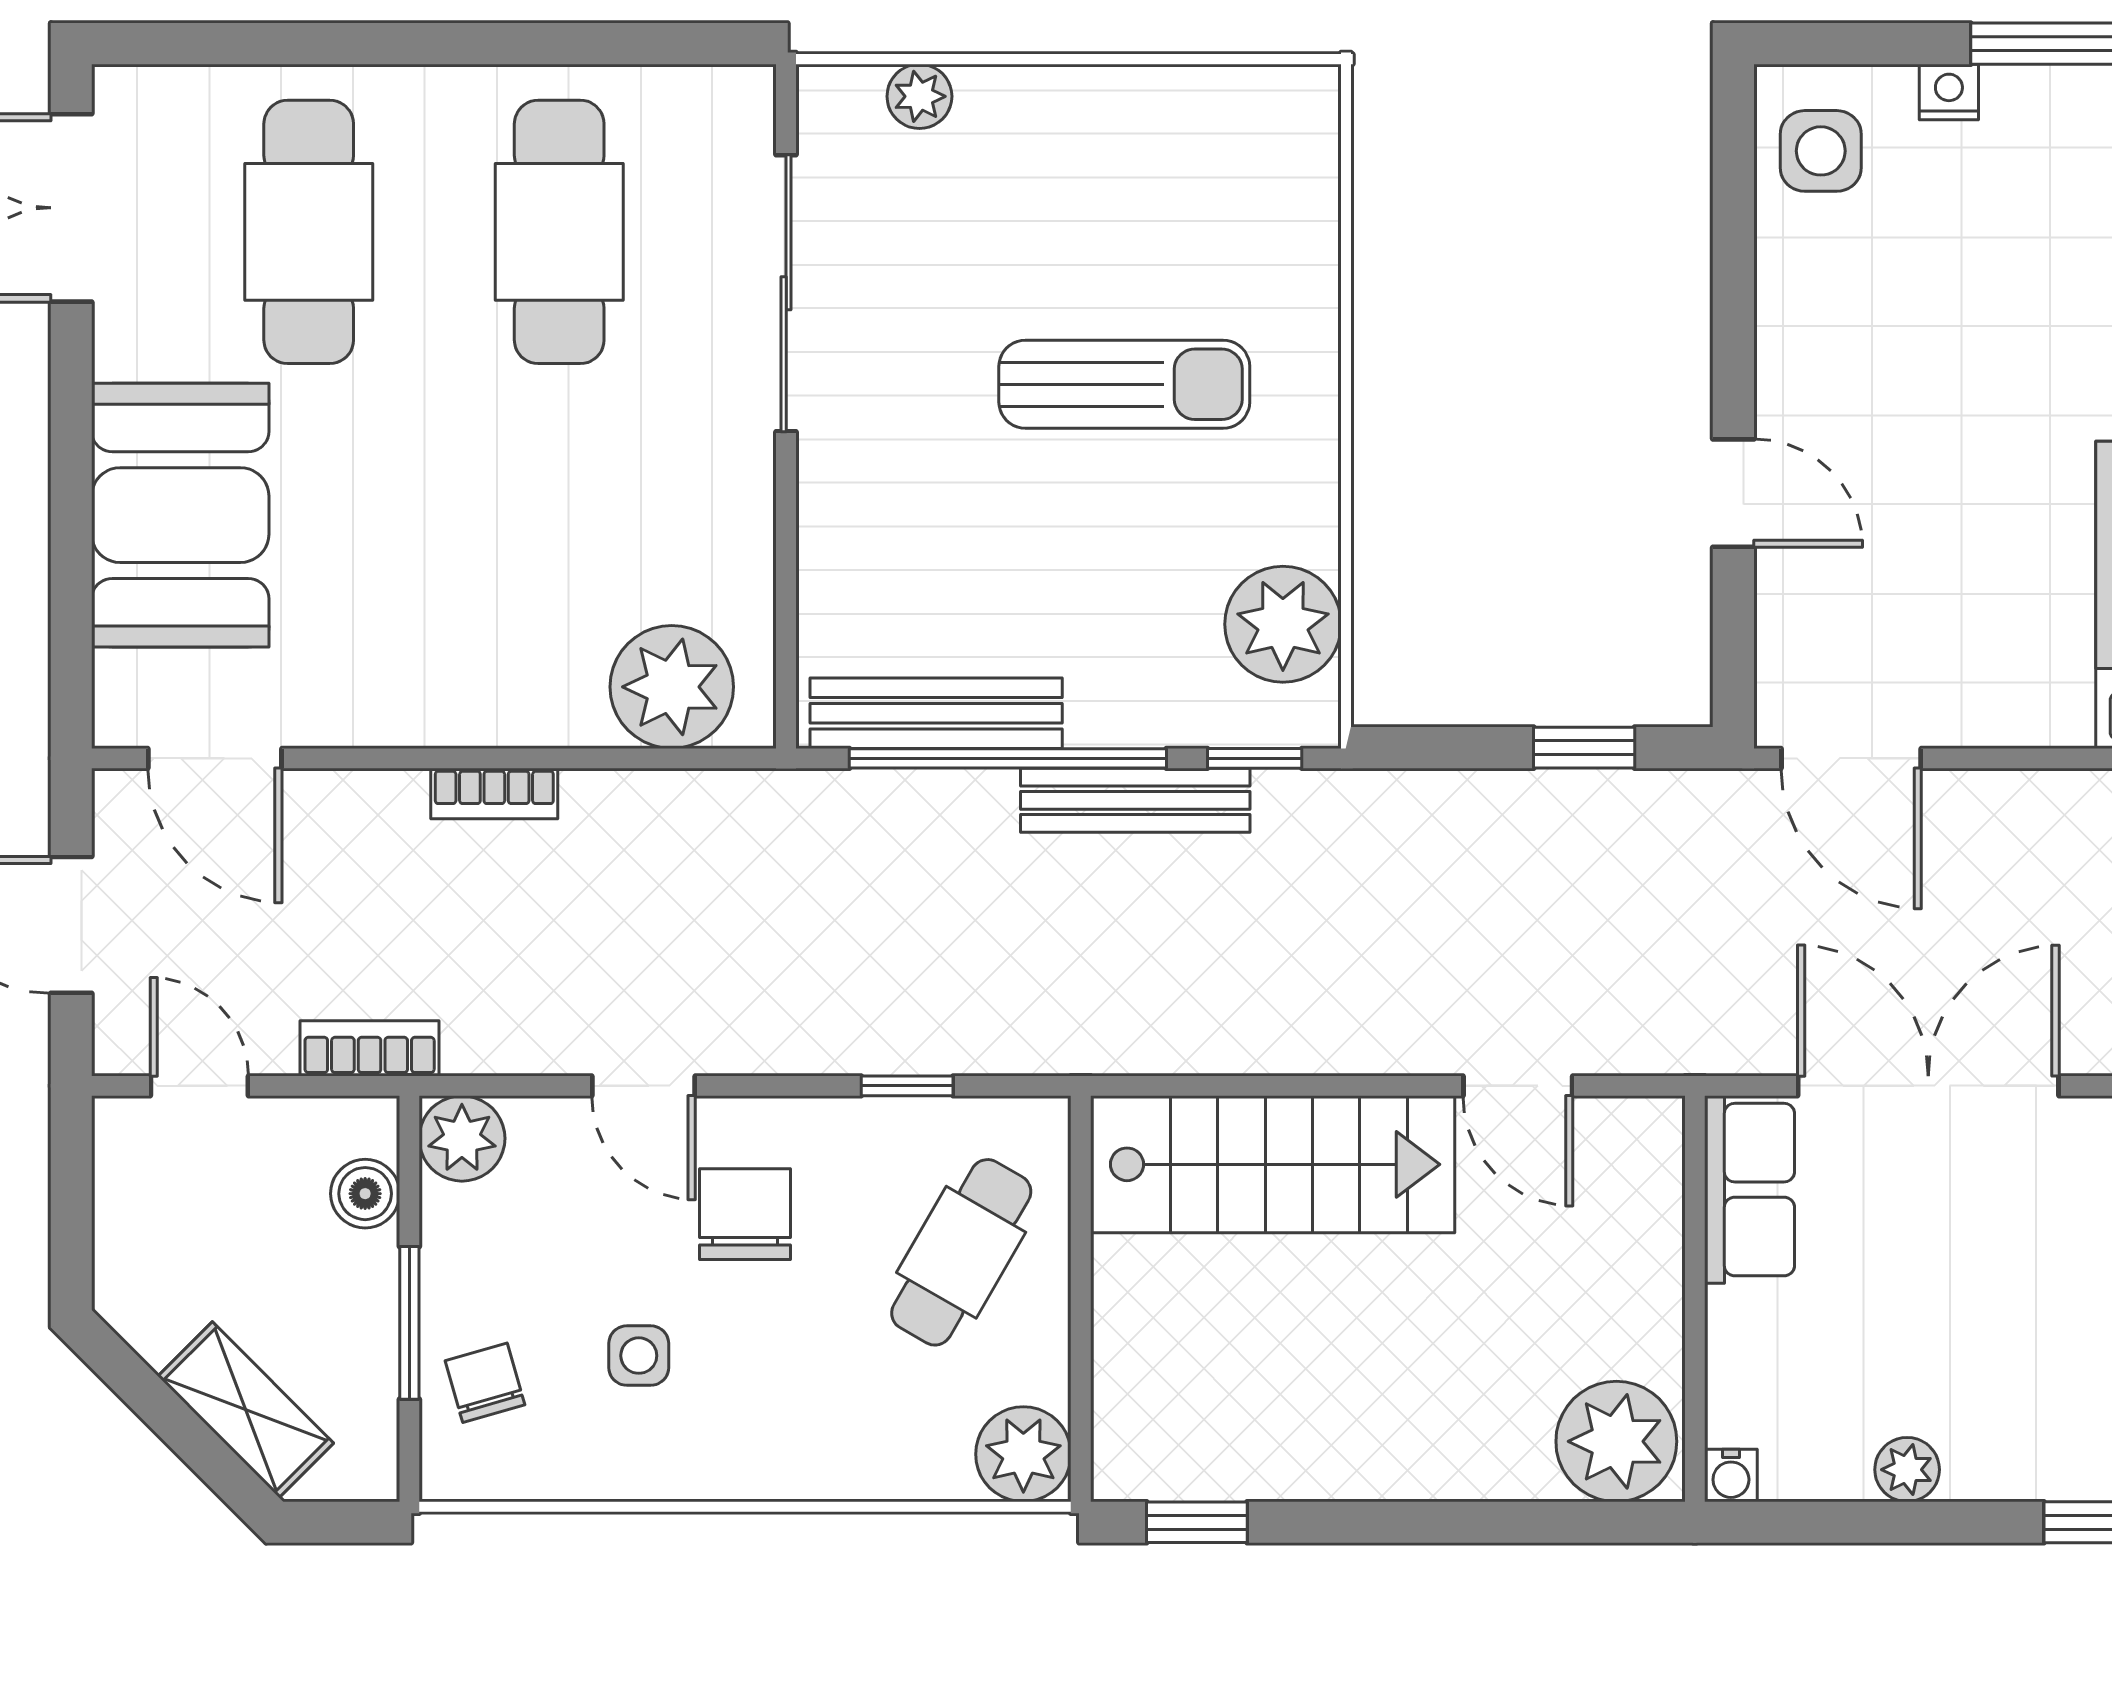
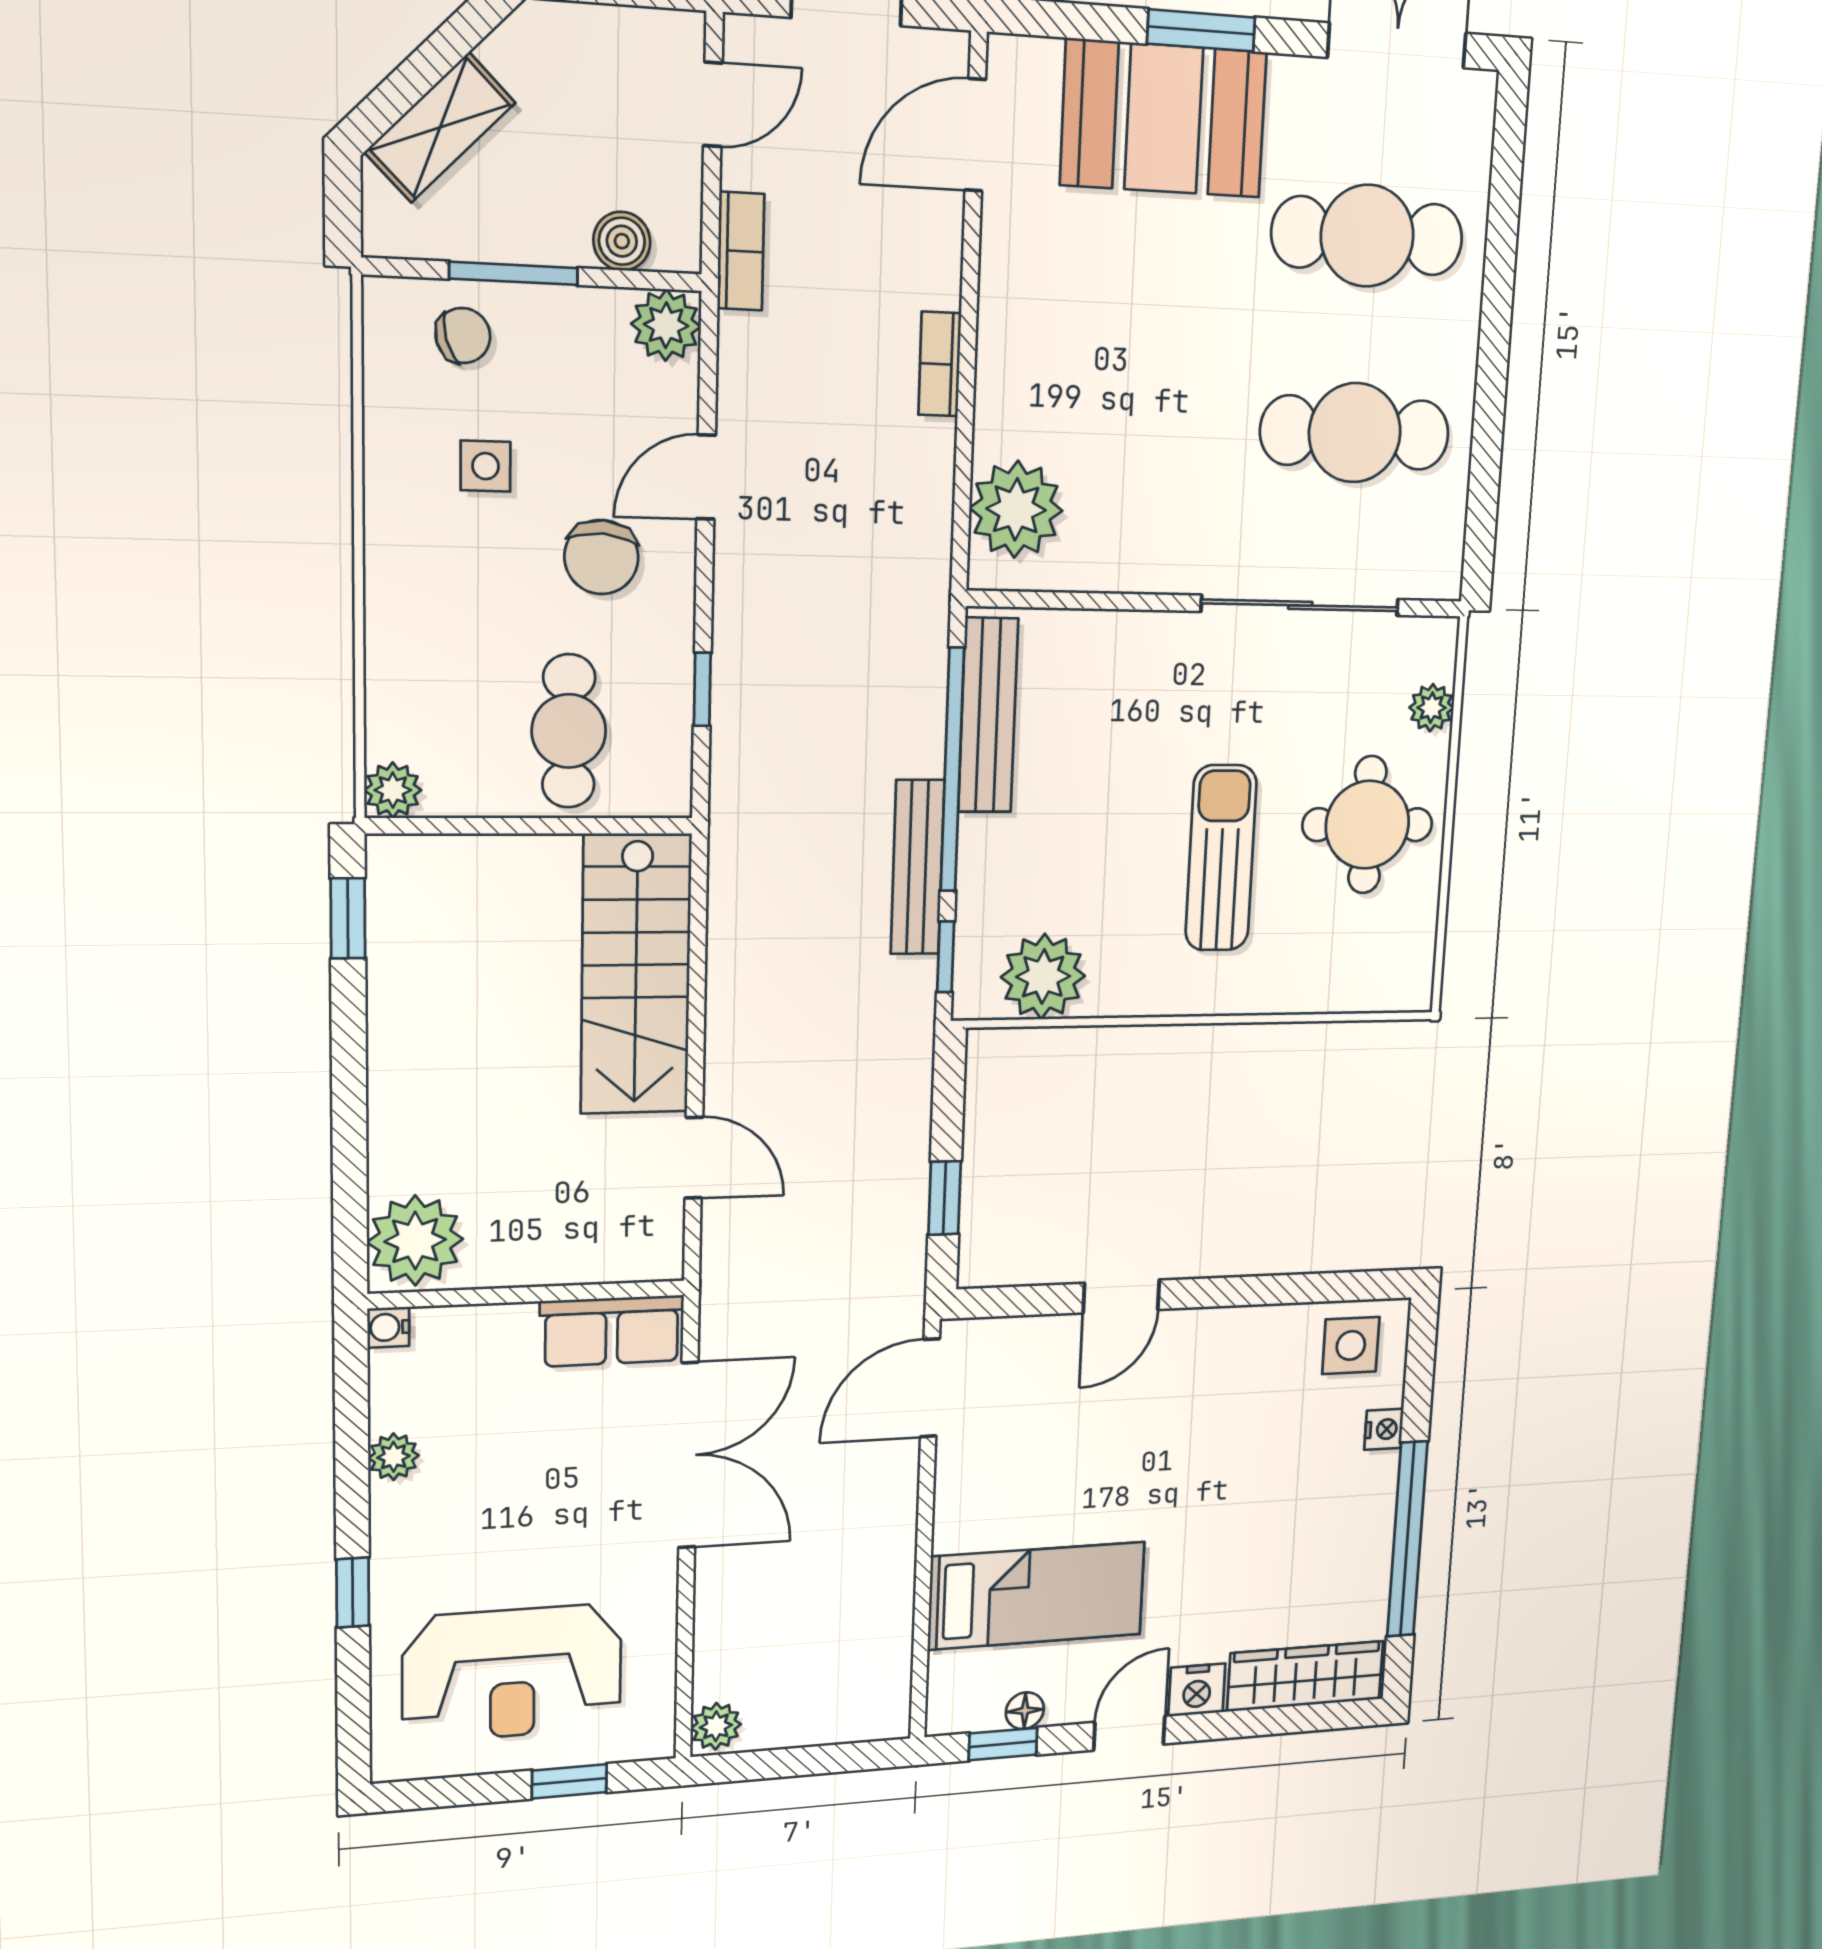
round table: (1079, 178) -> (1367, 825), added
sun lounger: (1124, 384) -> (1221, 858), turned 180
window: (71, 472) -> (1201, 30), added
door: (1518, 1086) -> (694, 1158), swing flipped
chair: (745, 1214) -> (601, 557), turned 94
cafe table: (961, 1252) -> (569, 731), turned 60
plant: (1023, 1454) -> (393, 790), width x0.73, depth x0.73

